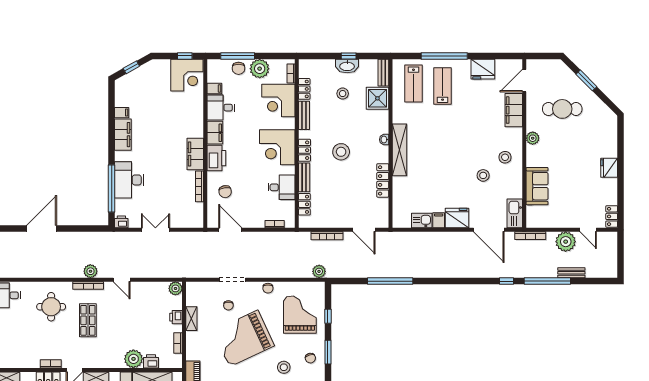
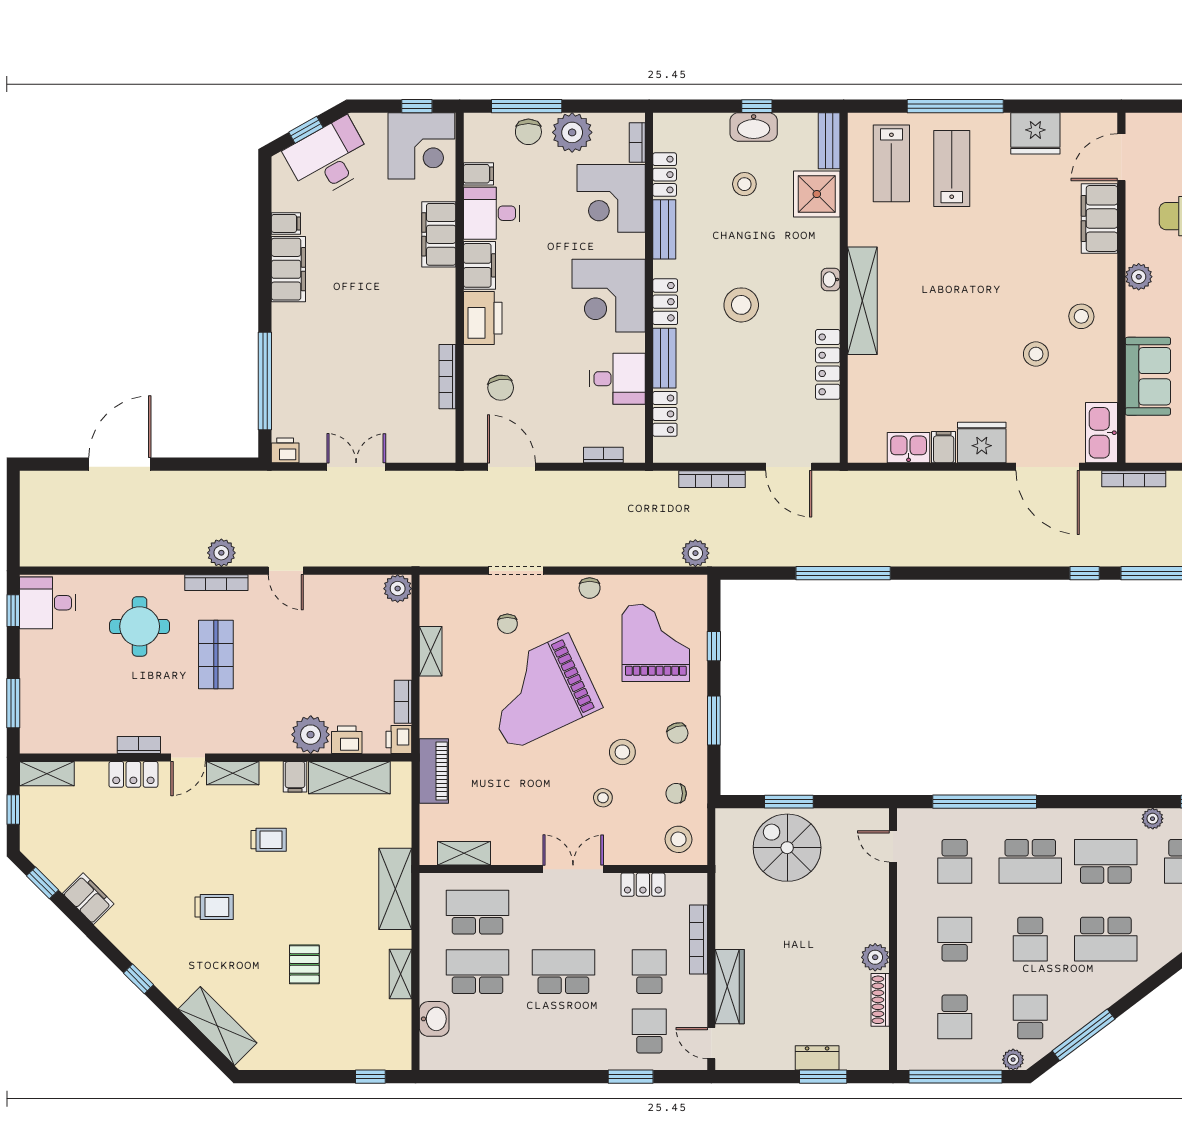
filing cabinet: (195, 154) -> (439, 234), moved
desk: (129, 180) -> (329, 158), moved, turned 61
printer: (176, 317) -> (399, 740), moved

